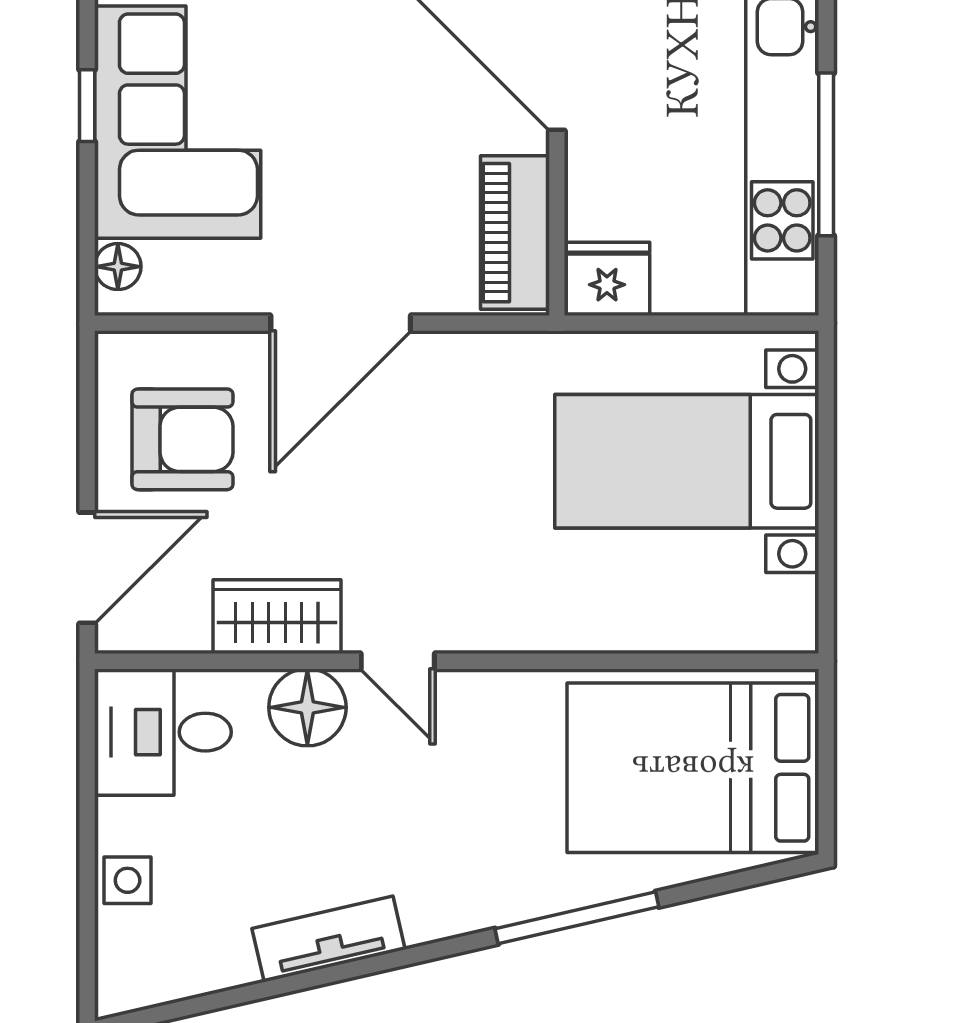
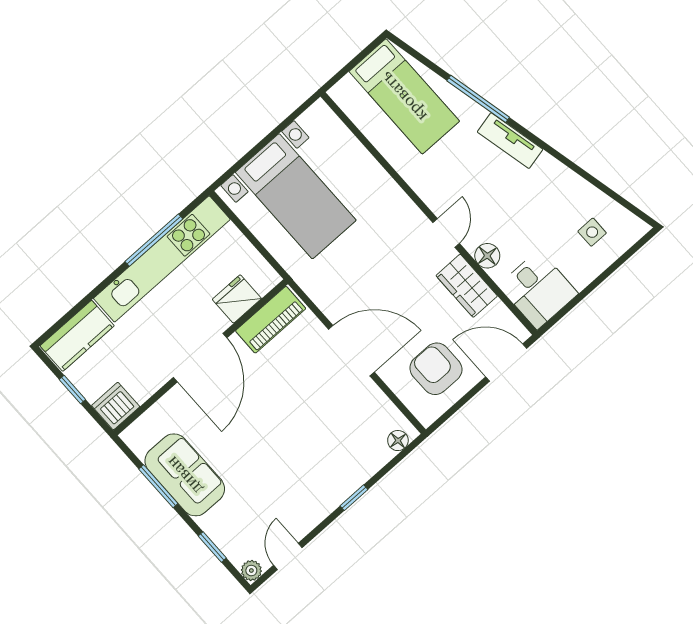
corner sofa: (178, 122) -> (333, 463), removed
fridge: (607, 279) -> (237, 299), moved, turned 90
floor lamp: (307, 707) -> (487, 256), width x0.73, depth x0.73
bed: (693, 768) -> (404, 96), width x0.67
side table: (128, 880) -> (592, 232), moved
tv unit: (329, 939) -> (510, 141), moved

